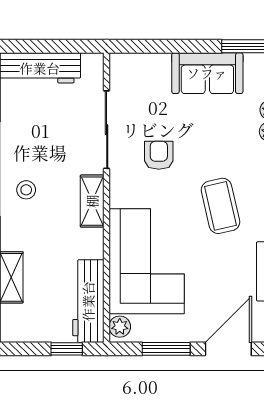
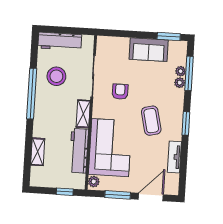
stool: (26, 190) -> (56, 76), moved, width x1.89, depth x1.89
workbench: (88, 301) -> (79, 151), moved

